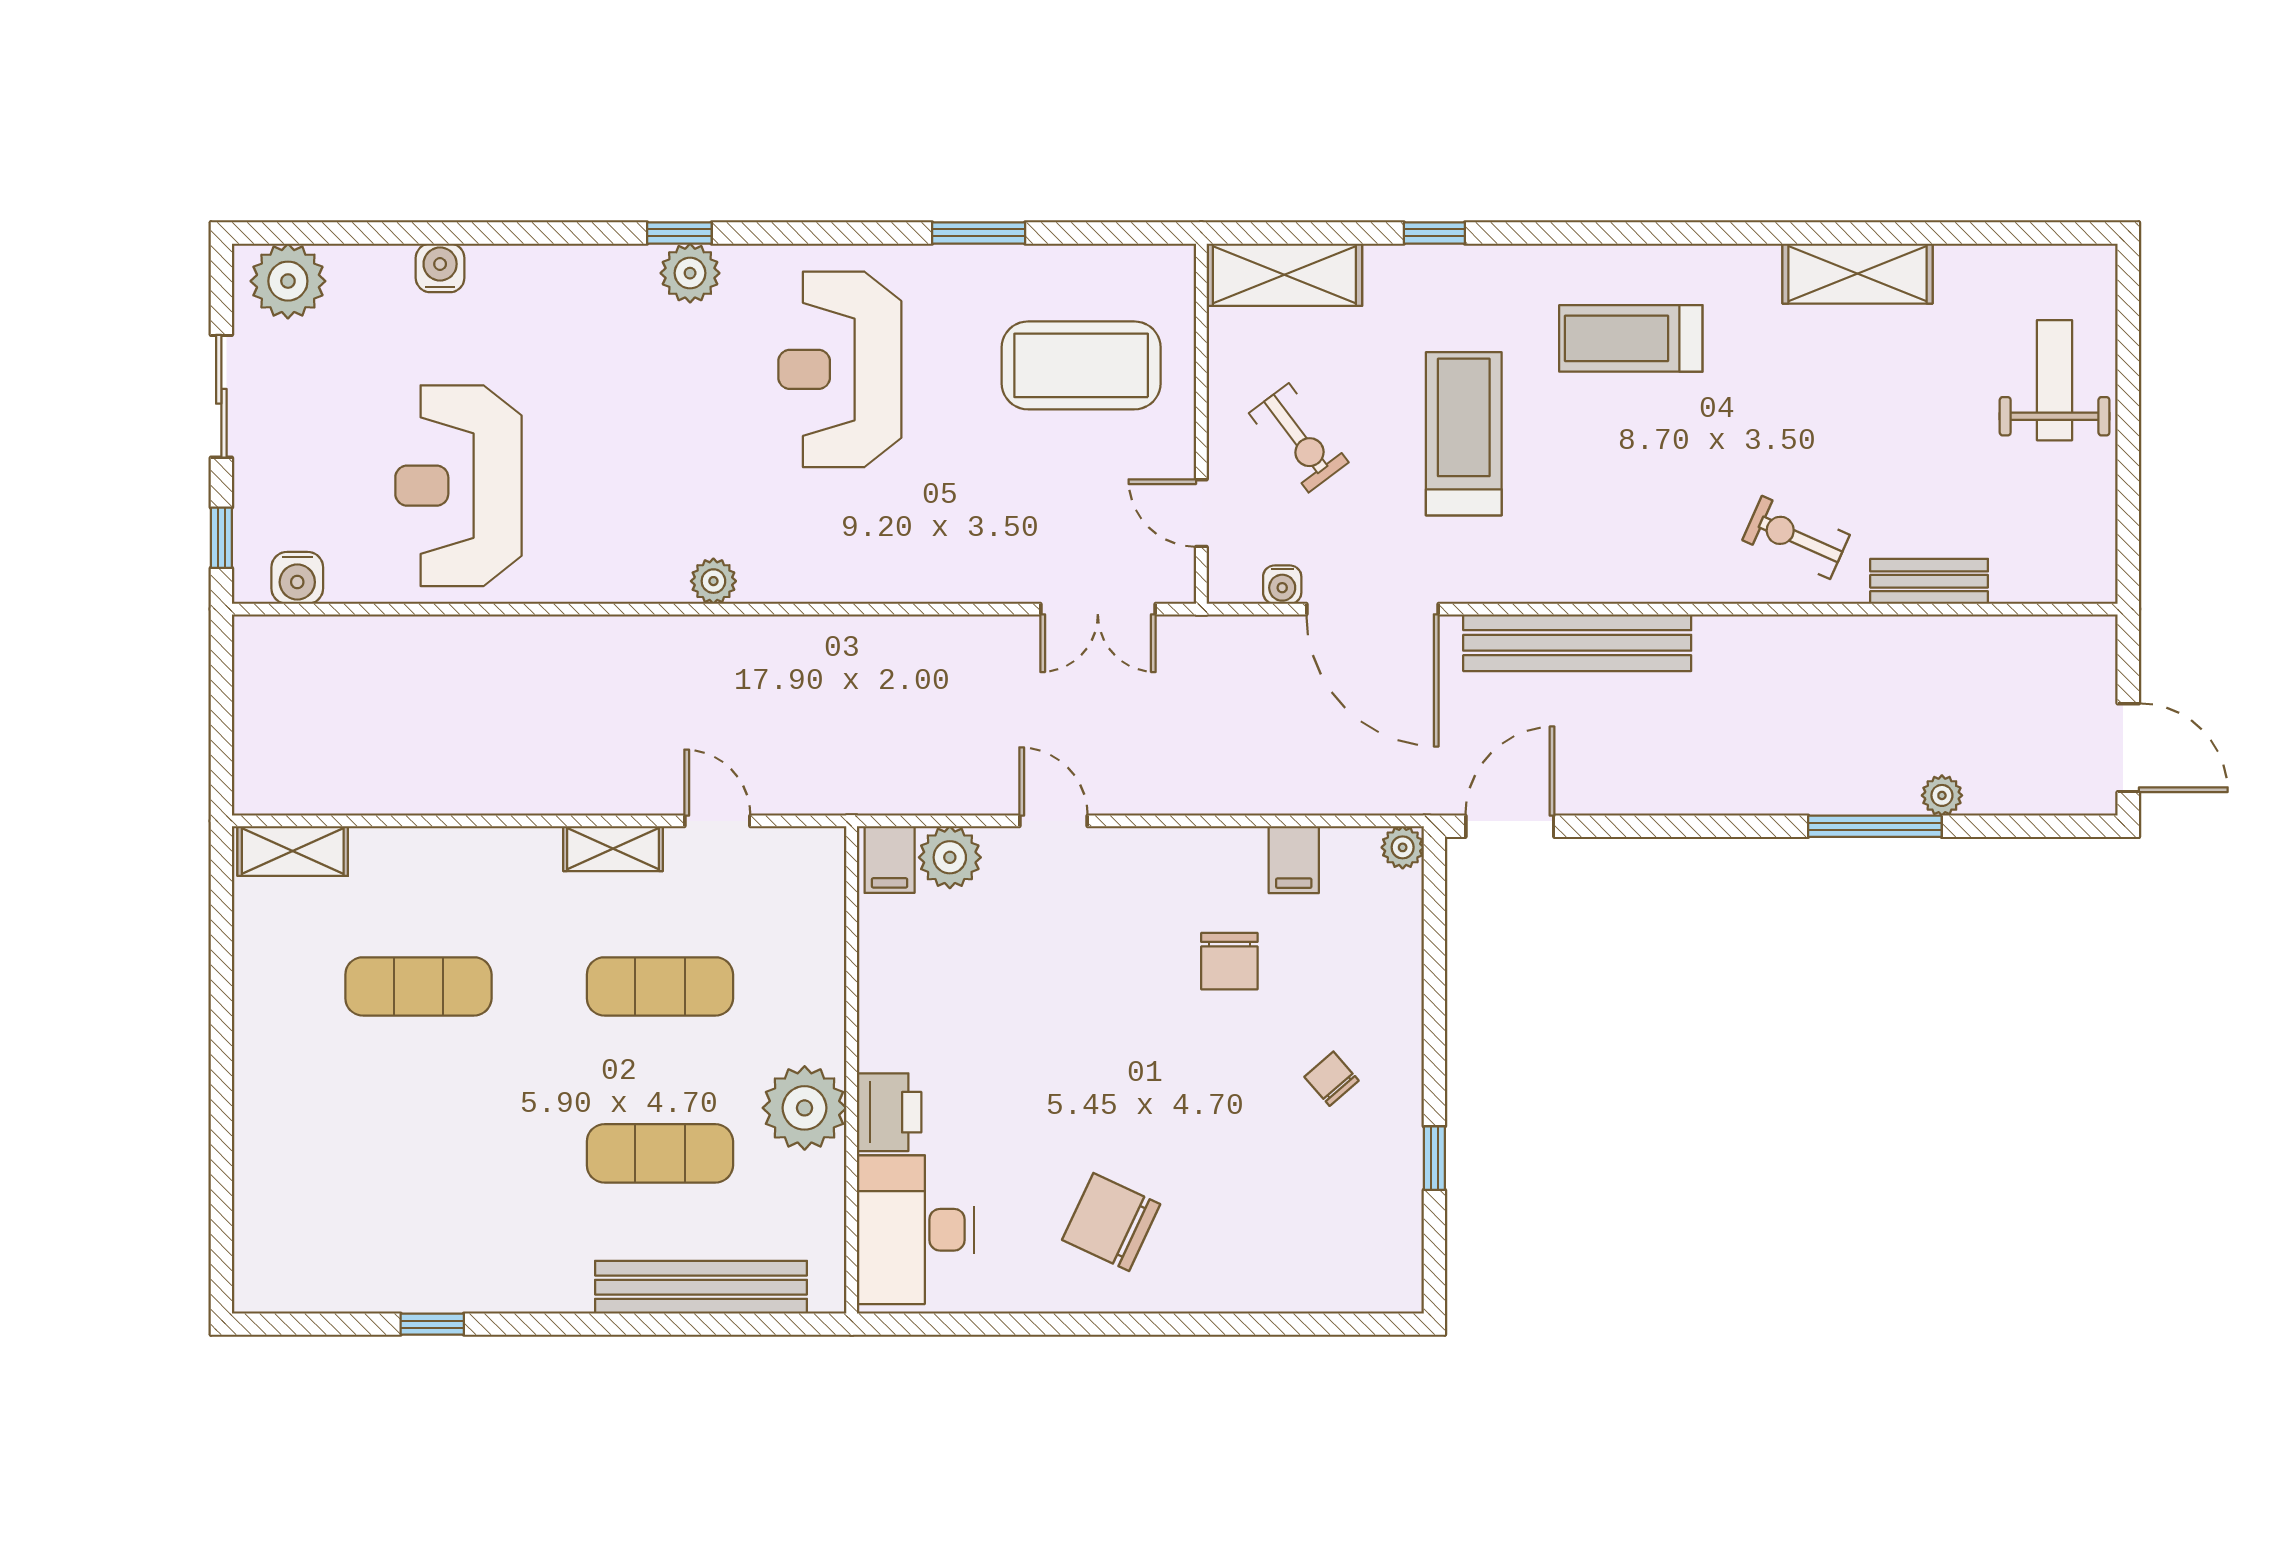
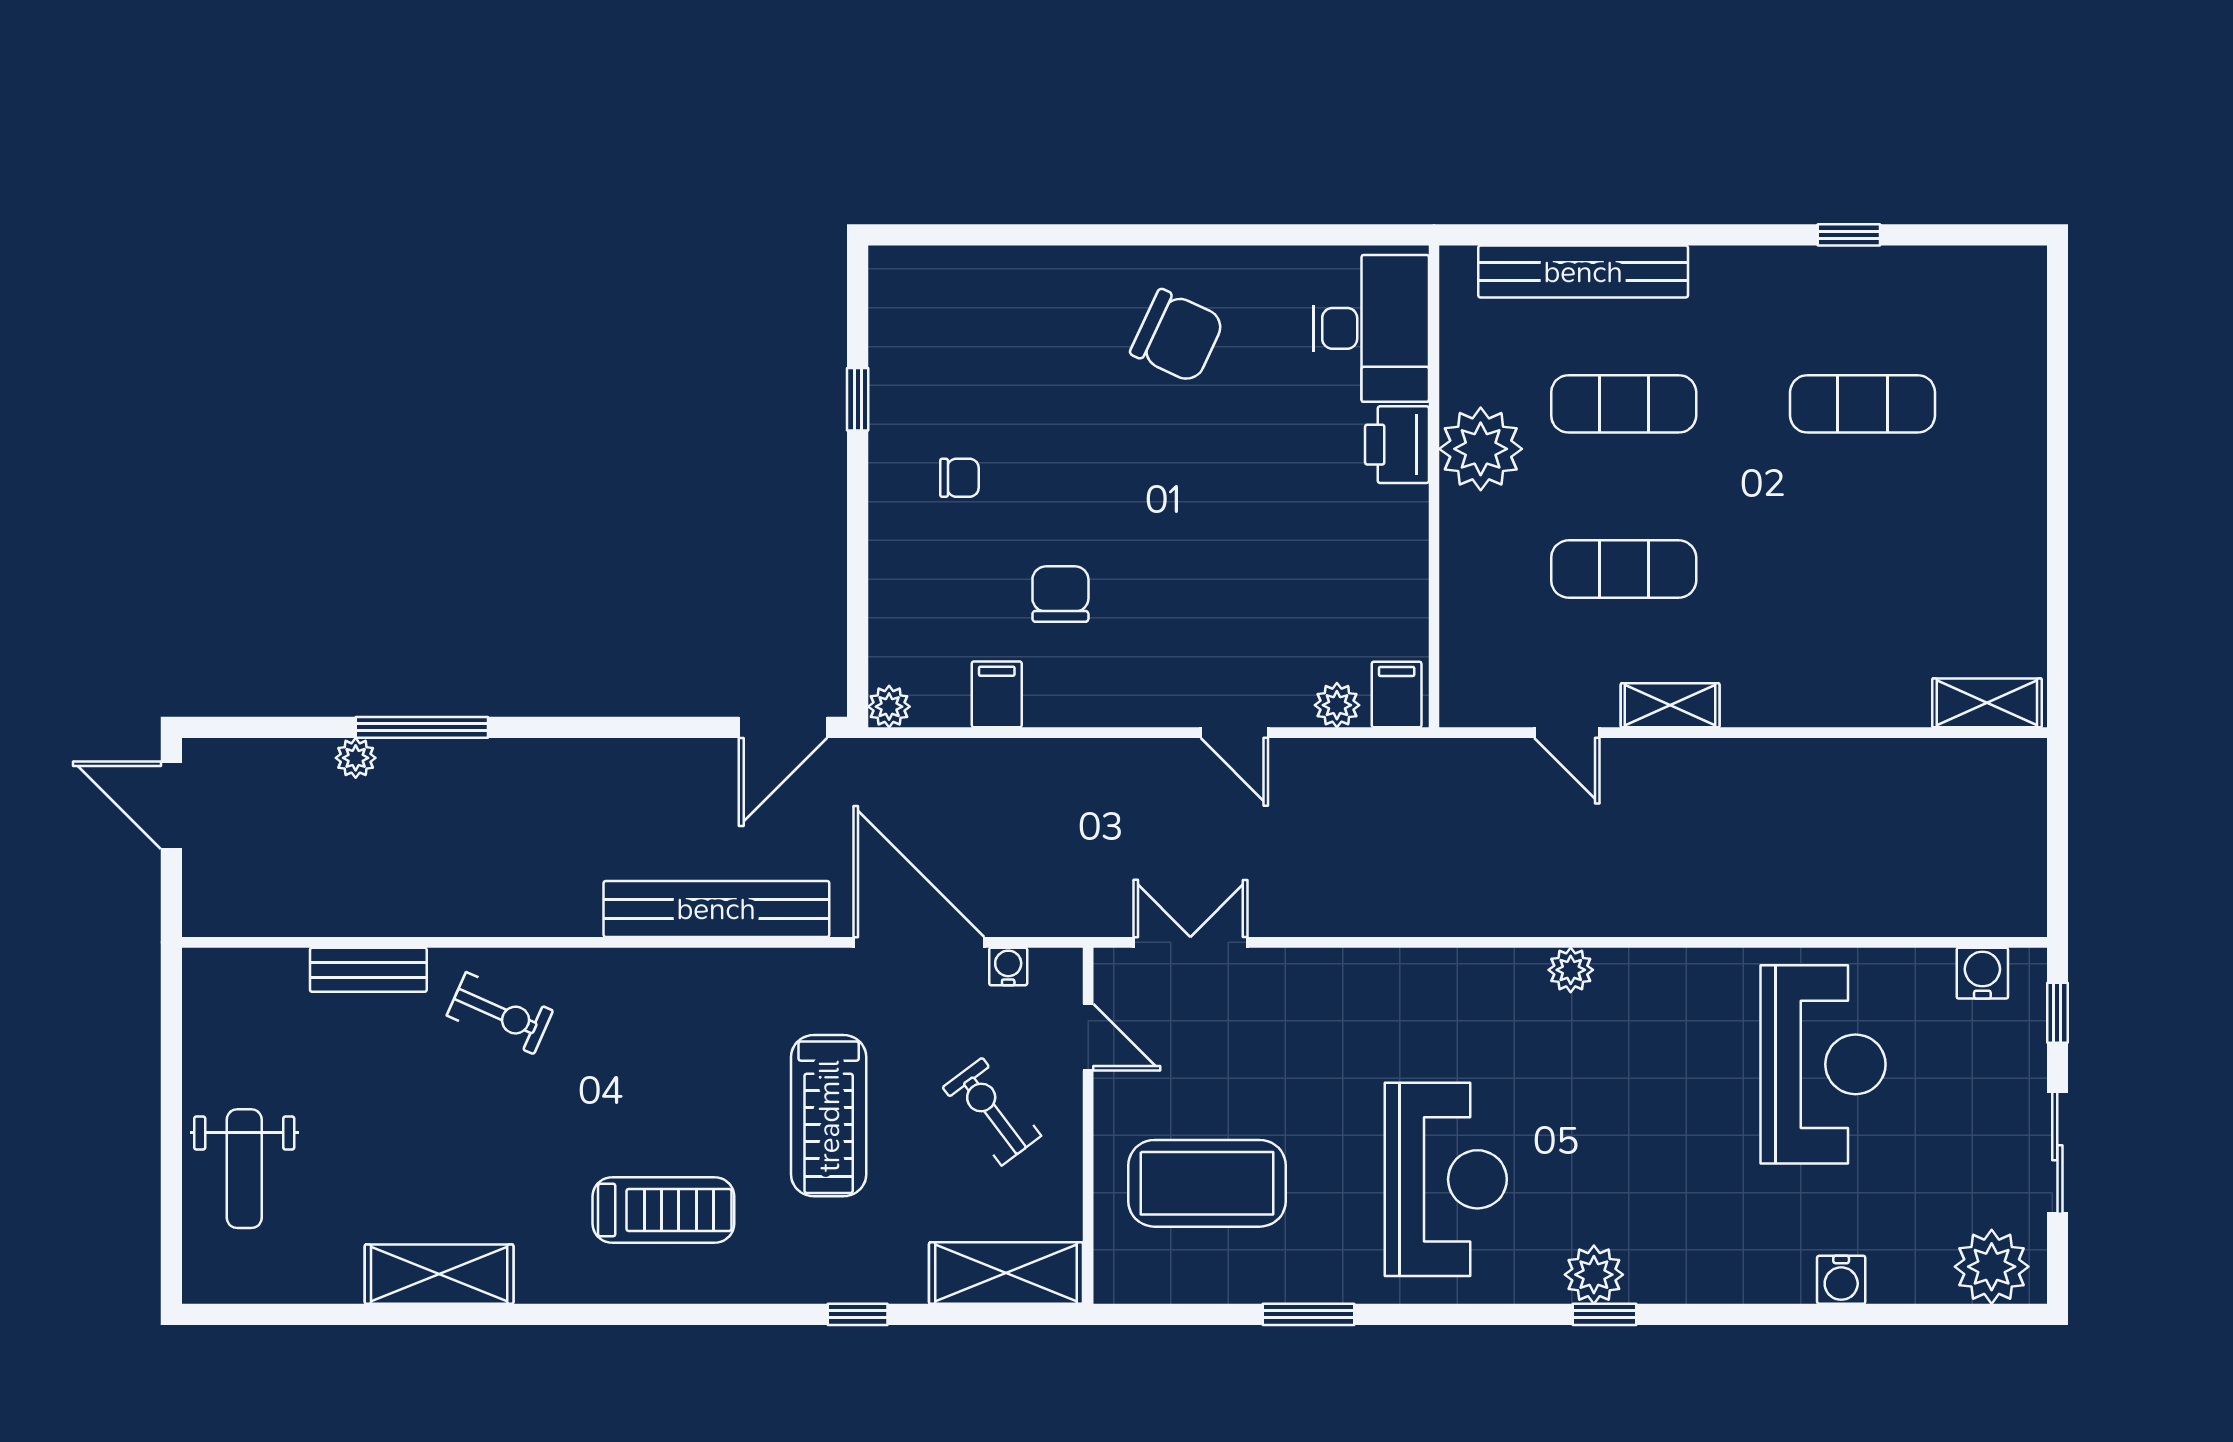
plant: (950, 857) -> (1337, 705), width x0.73, depth x0.73
exercise mat: (418, 986) -> (1863, 404), moved
chair: (1331, 1079) -> (959, 478), turned -49

